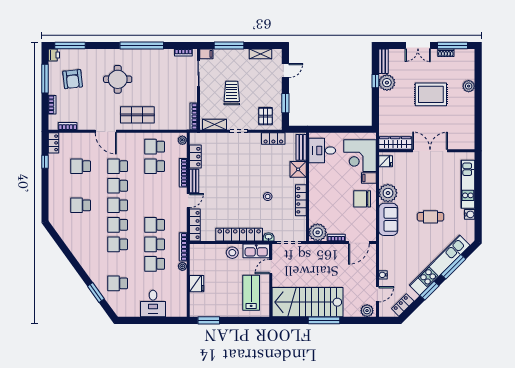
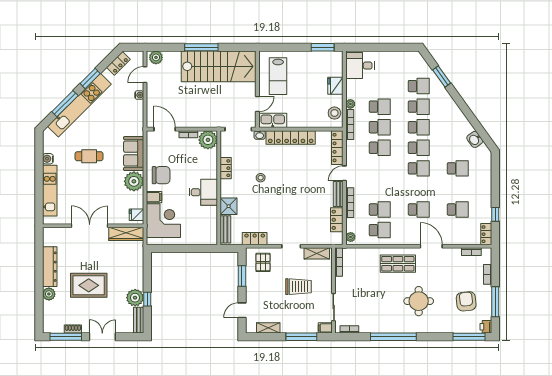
trolley: (232, 93) -> (298, 287), turned -90
dresser: (468, 112) -> (50, 267), added
desk: (322, 151) -> (203, 192), moved
double door: (430, 151) -> (90, 226), swing flipped
school desk: (118, 186) -> (419, 107), moved
locker: (301, 200) -> (226, 168), width x0.66
washbasin: (64, 233) -> (475, 139), added
door: (359, 243) -> (165, 129), hinge flipped
stool: (232, 253) -> (334, 113), moved
desk: (153, 303) -> (360, 66), moved, turned -90

